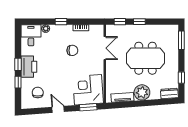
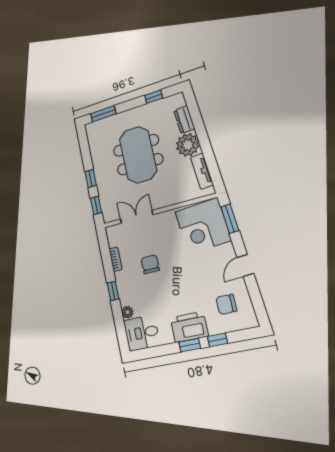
dresser: (169, 93) -> (184, 120), moved

